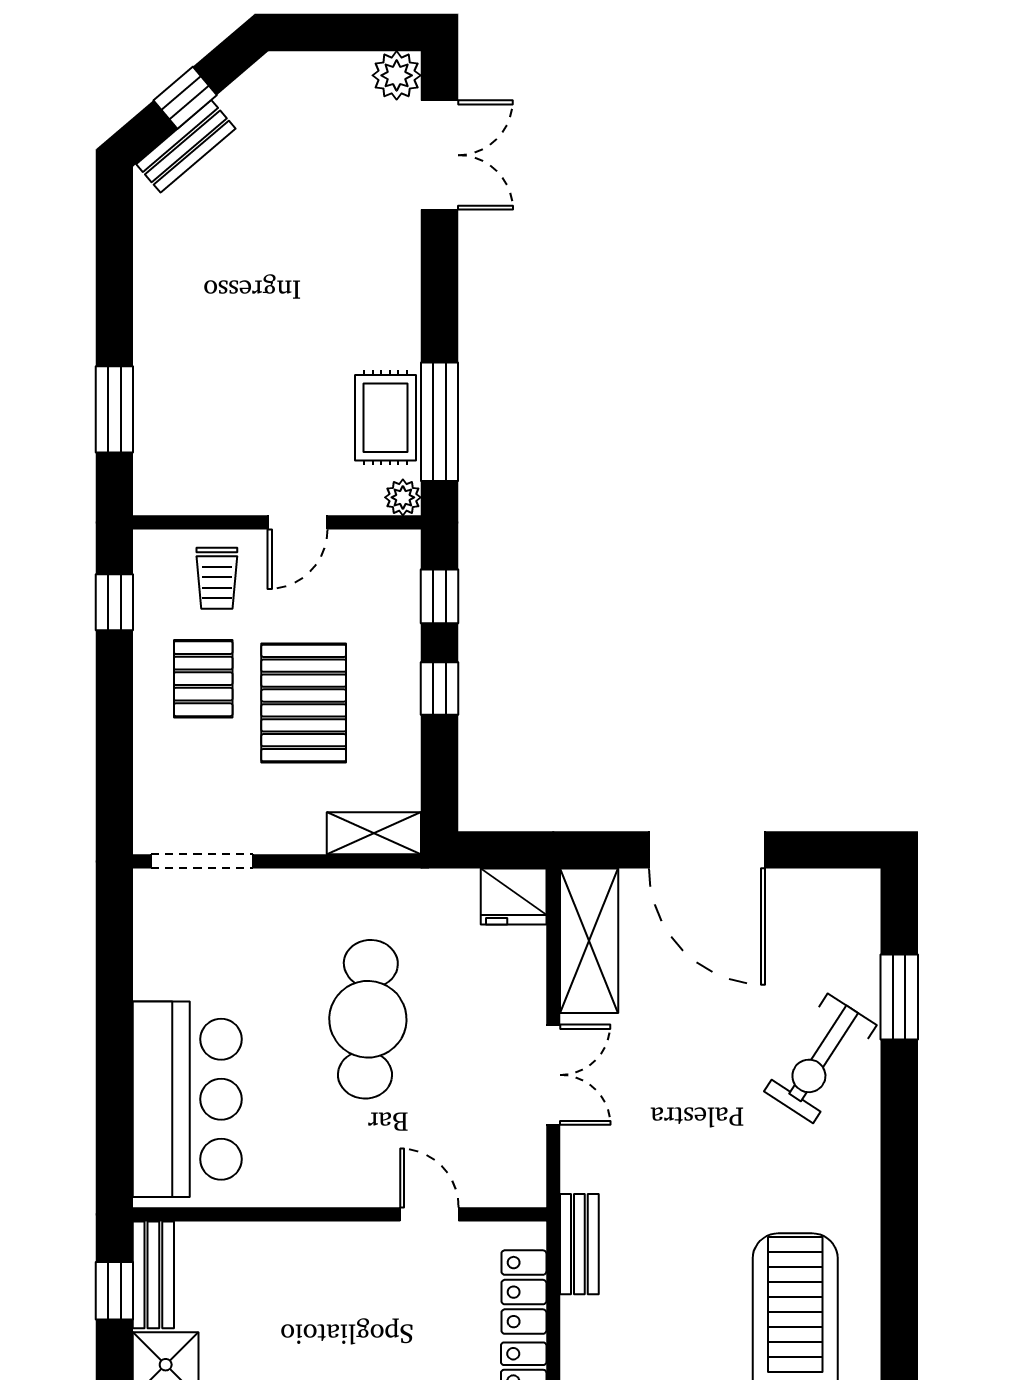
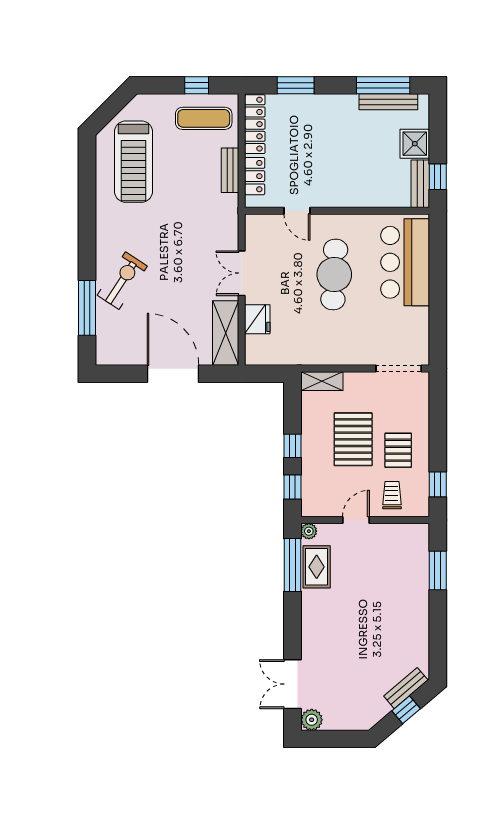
fridge: (514, 897) -> (257, 319), moved, turned 90
window: (899, 997) -> (87, 308), width x1.44
cafe table: (368, 1019) -> (334, 274), moved
bench: (579, 1244) -> (230, 170), moved

